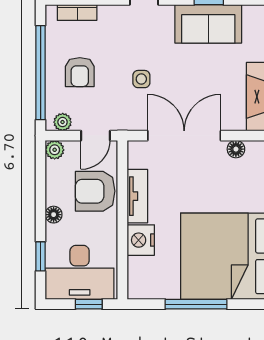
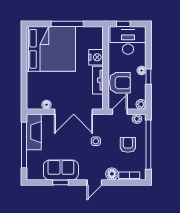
floor lamp: (111, 16) -> (112, 174), added
window: (41, 256) -> (148, 77), moved

